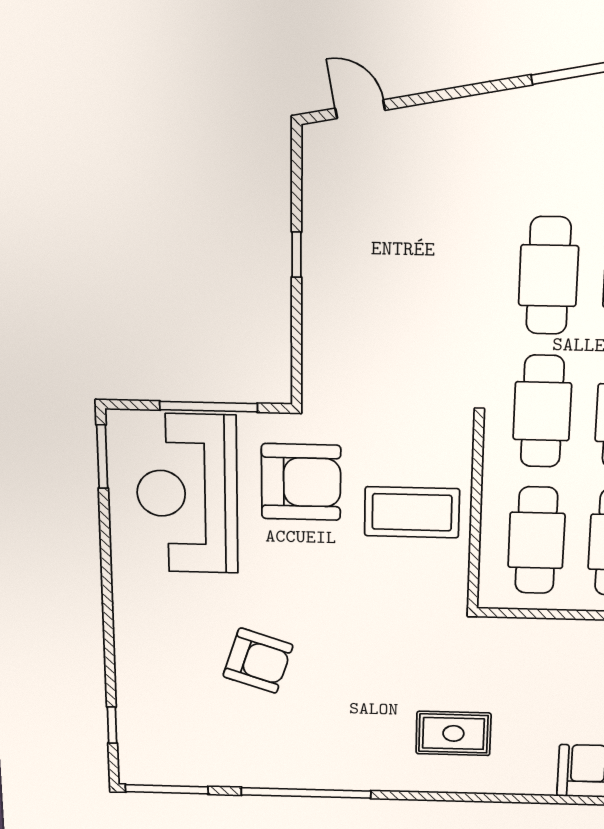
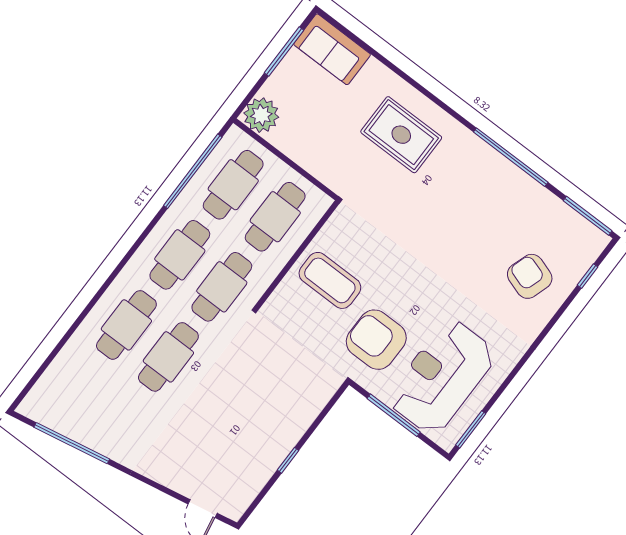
reception desk: (187, 494) -> (442, 377), turned 180
armchair: (258, 661) -> (530, 276), moved
rug: (453, 733) -> (401, 135), width x1.36, depth x1.43

